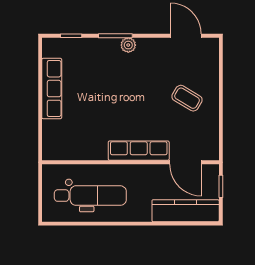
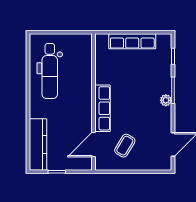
row of seats: (139, 151) -> (103, 108), moved
wall: (130, 162) -> (94, 102), moved
door: (186, 162) -> (94, 144), moved

